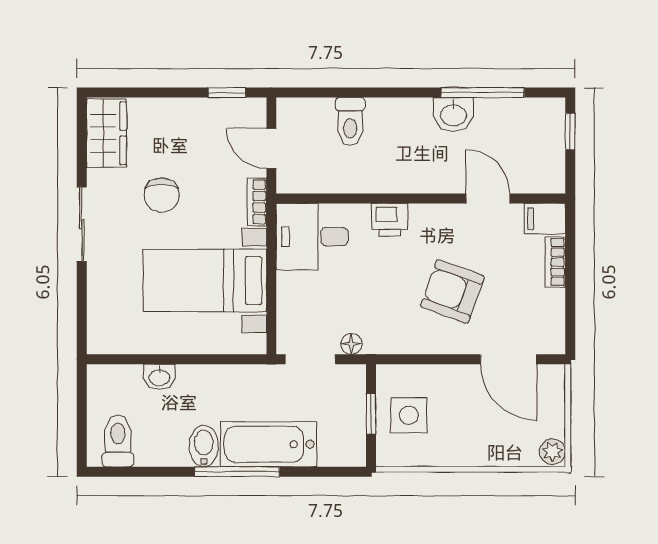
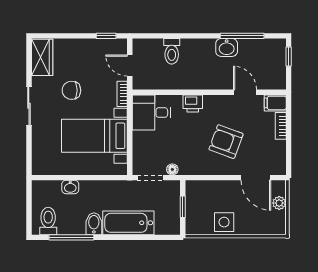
chair: (162, 195) -> (71, 90), turned 90
side table: (409, 415) -> (224, 222), moved
plant: (552, 452) -> (279, 203), moved
window: (237, 472) -> (71, 237), moved

